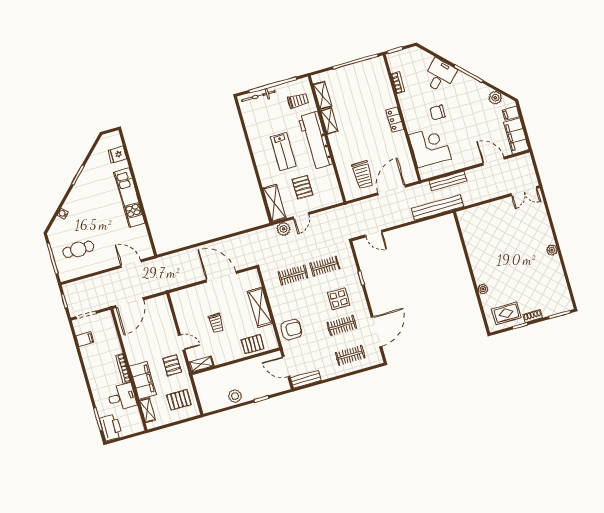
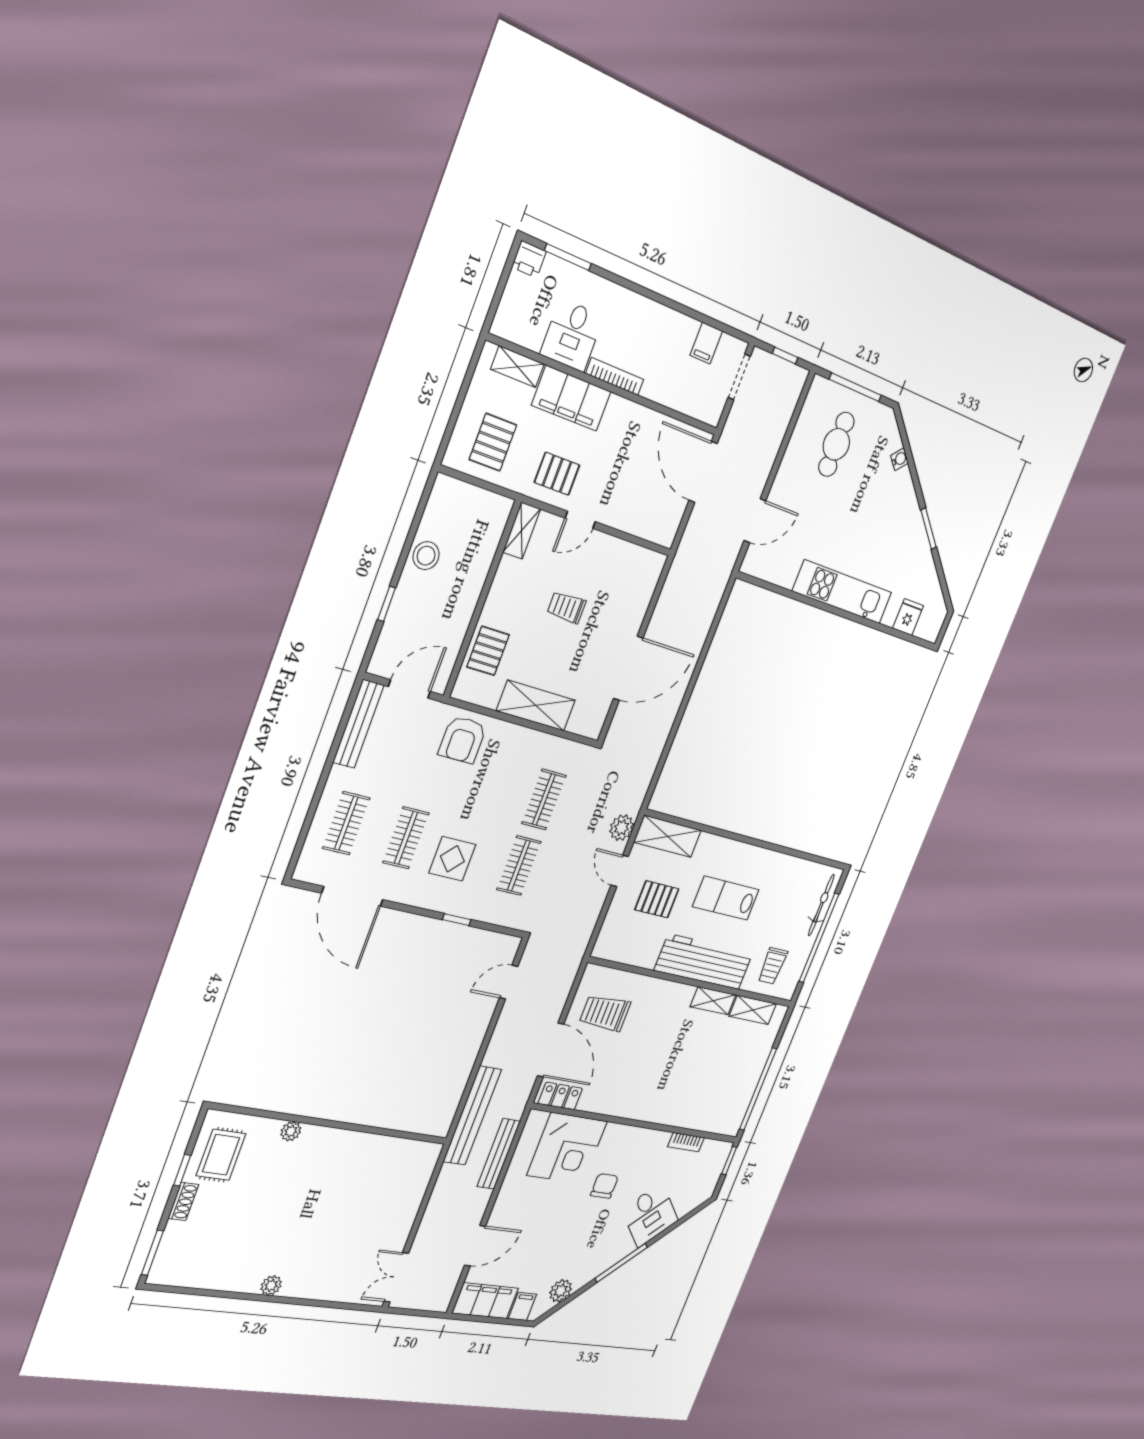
locker: (395, 119) -> (560, 1096), moved
bench: (306, 379) -> (358, 724), width x1.36
printer: (111, 428) -> (529, 259), width x0.53, depth x0.68

